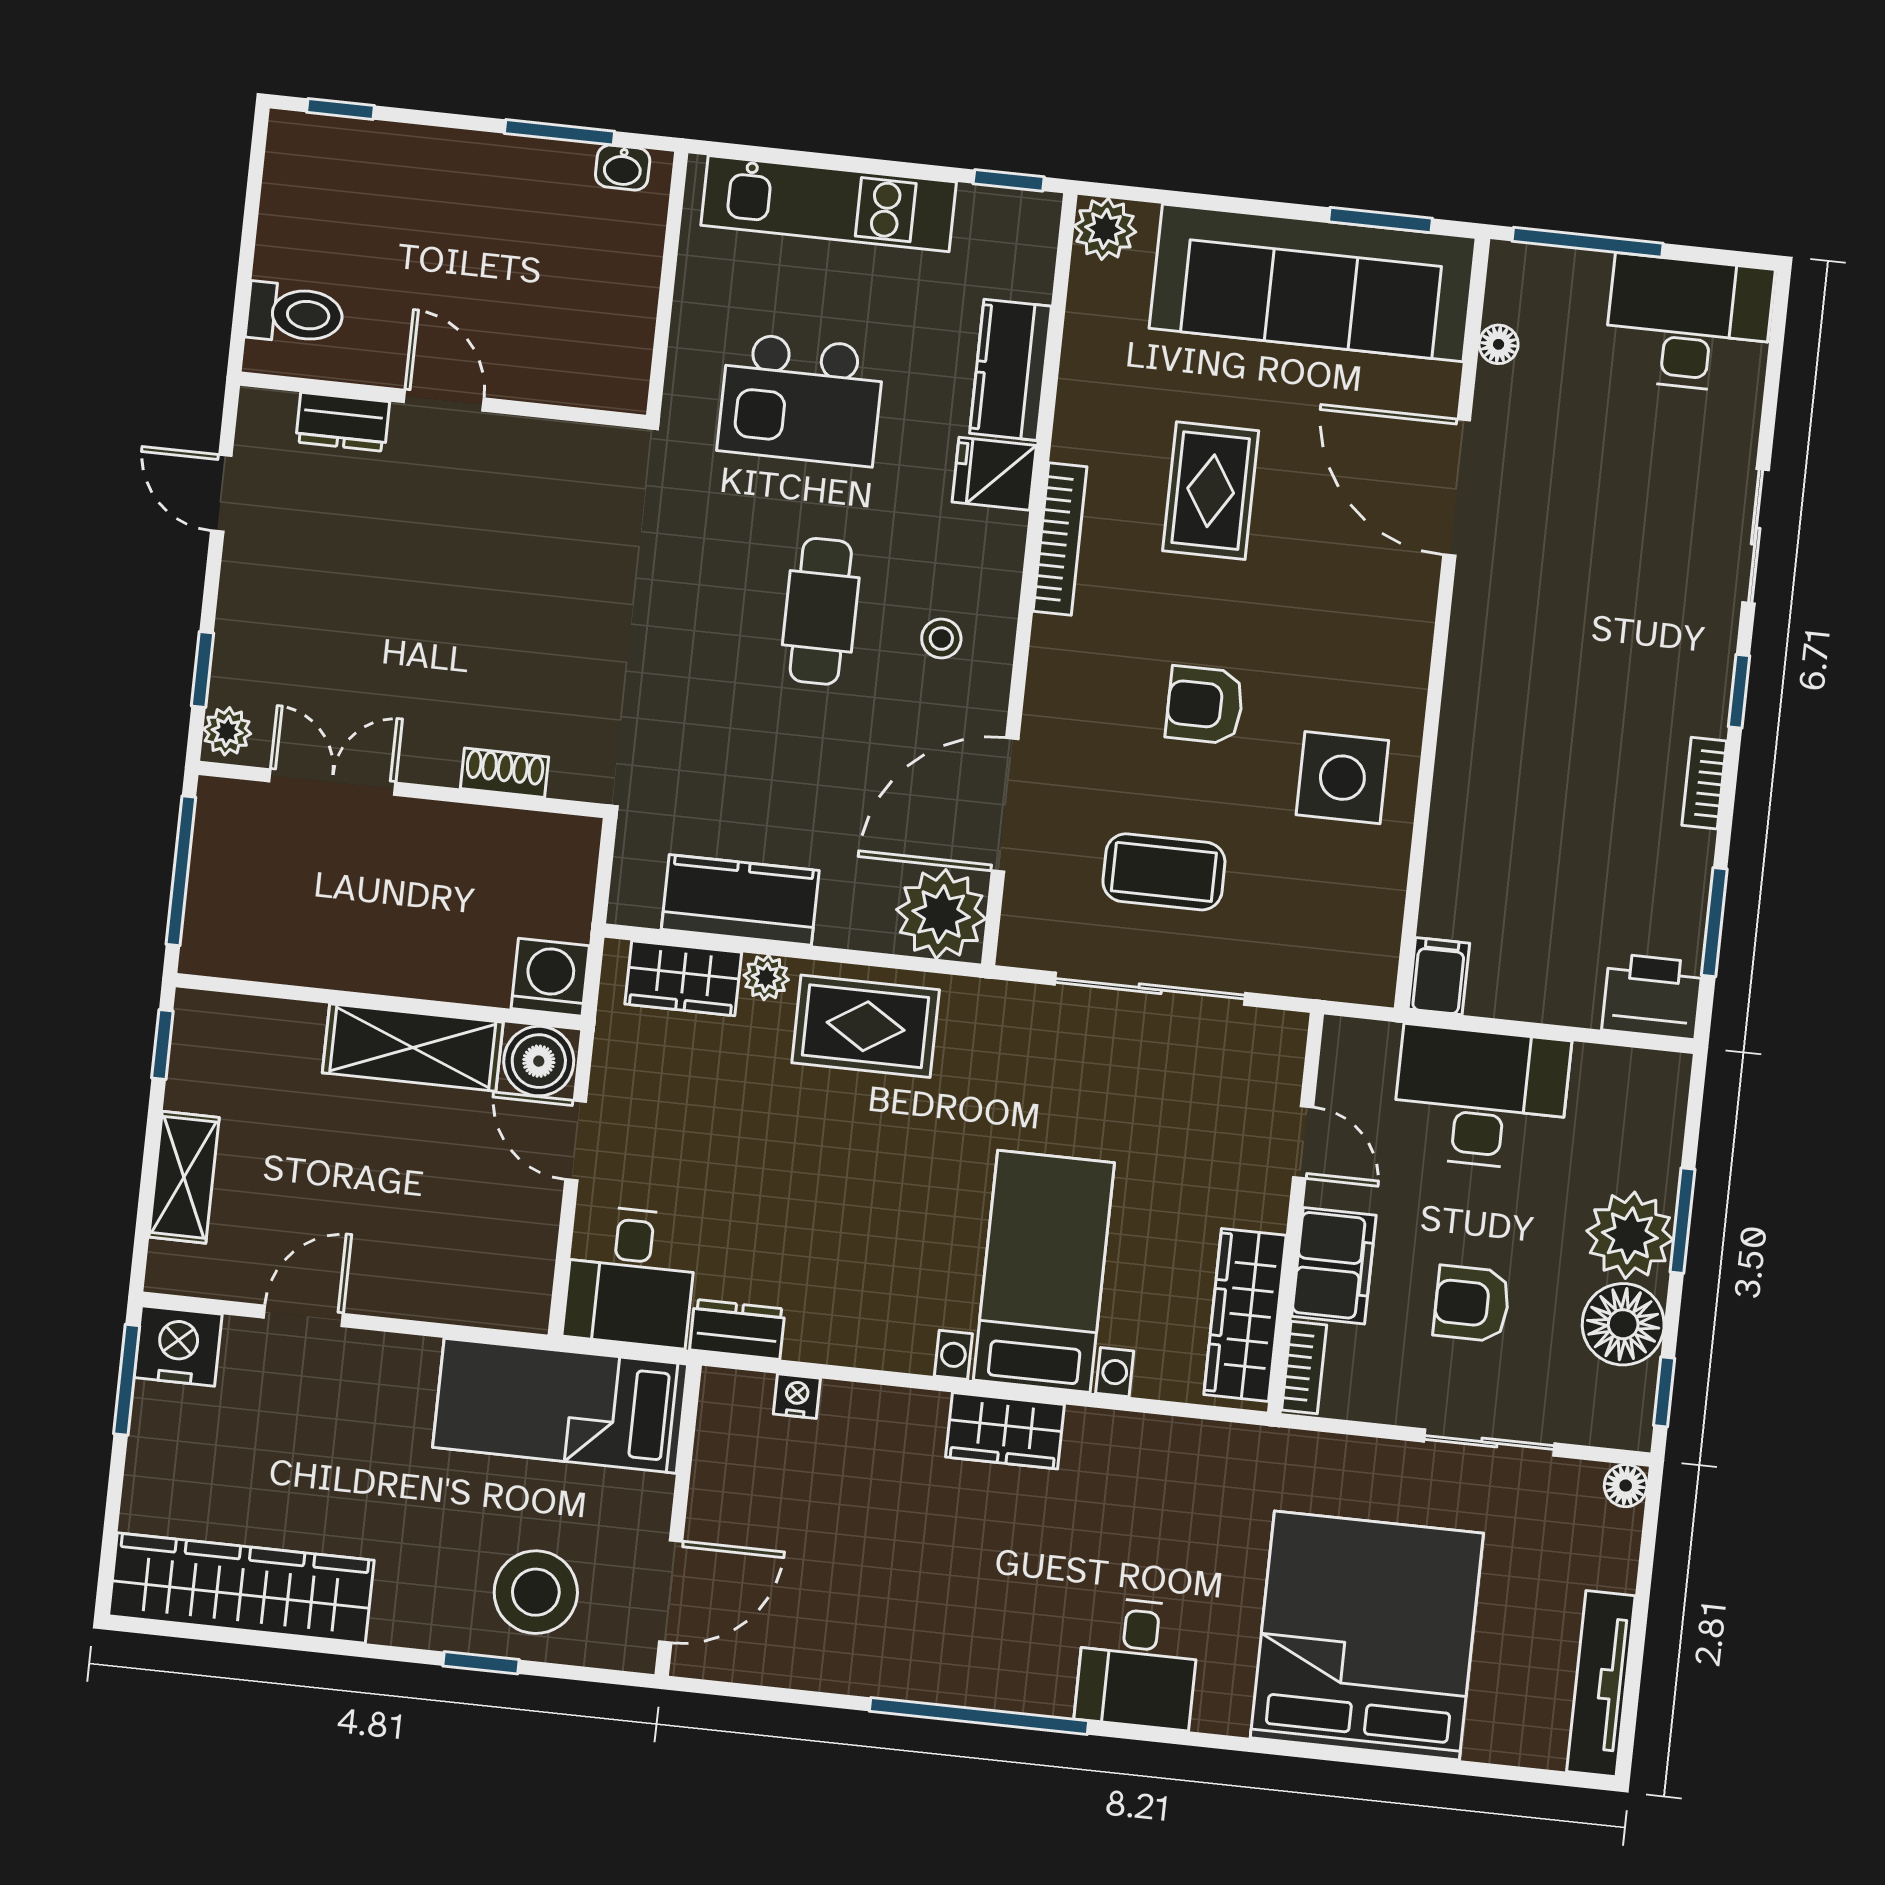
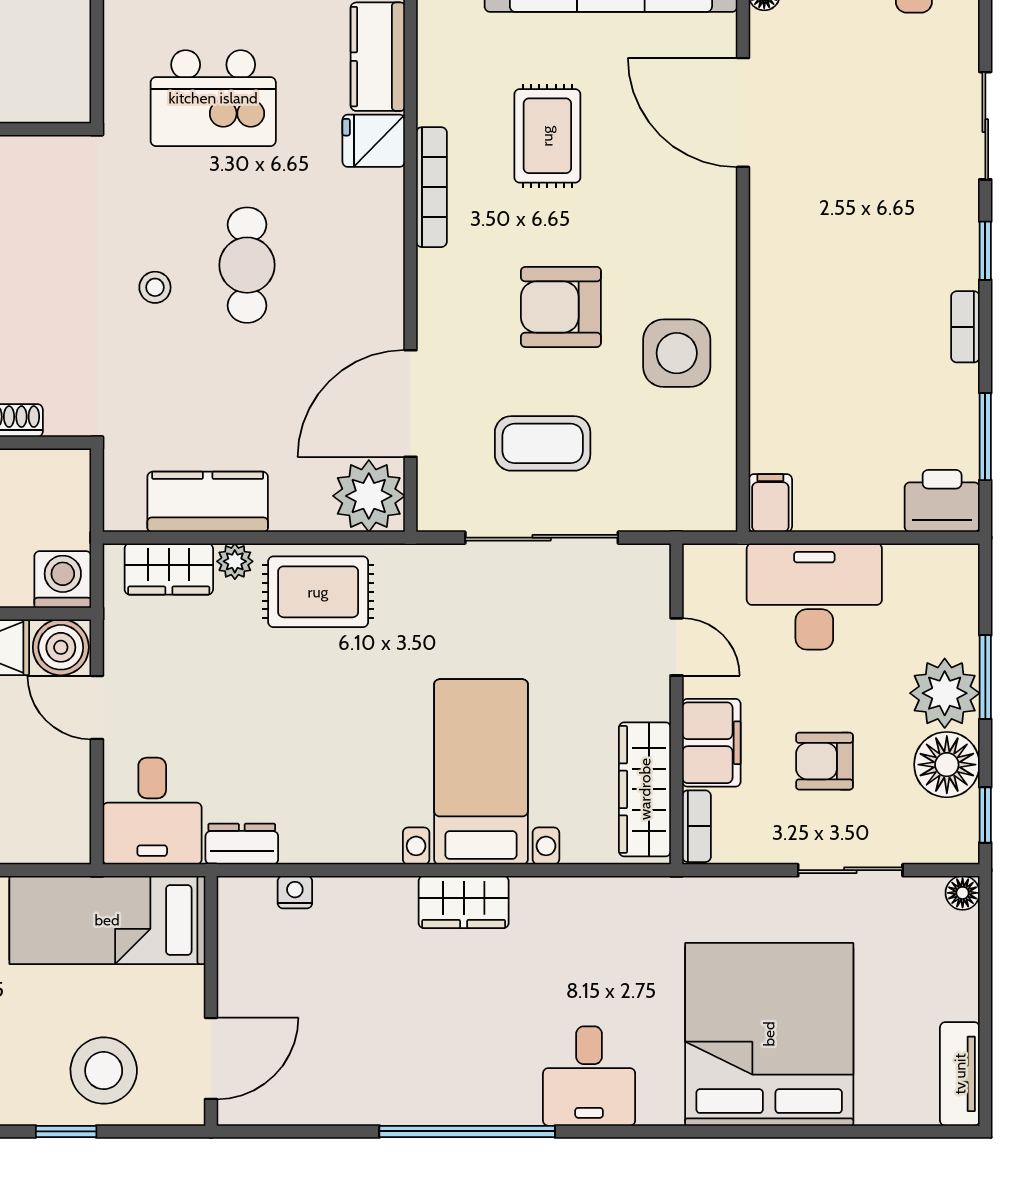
stool: (941, 639) -> (155, 287), moved
armchair: (1205, 705) -> (561, 307), width x1.38, depth x1.38
tv unit: (1601, 1684) -> (960, 1074), width x0.71

